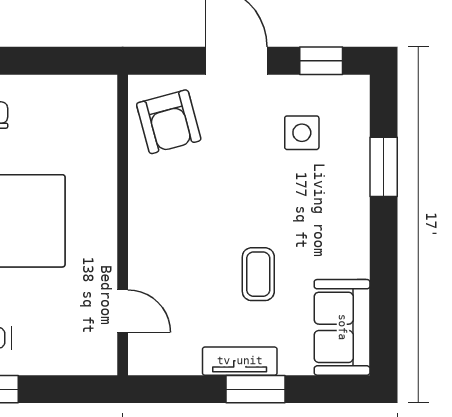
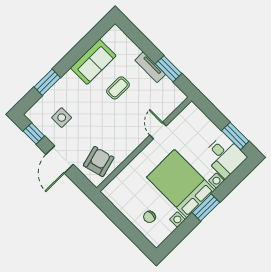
door: (123, 311) -> (158, 131), moved
sofa: (342, 327) -> (93, 62), moved
window: (256, 389) -> (169, 69), moved

